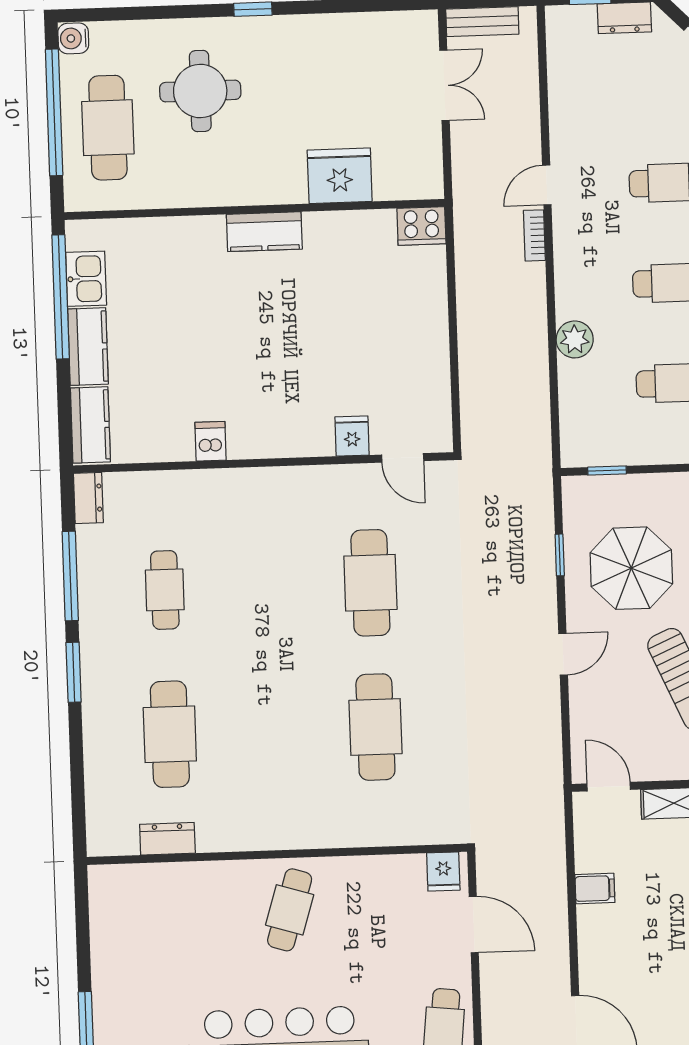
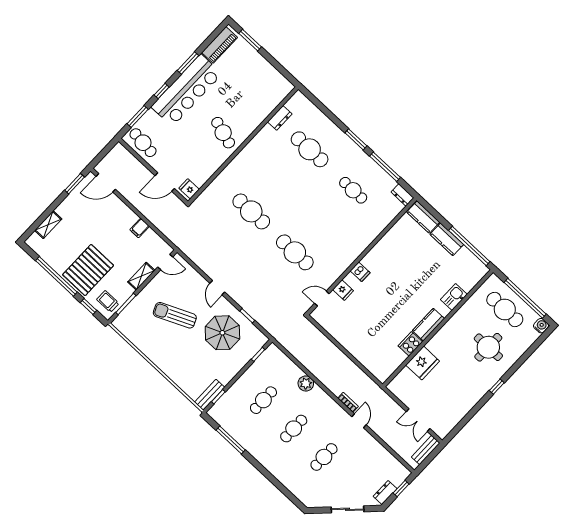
cooker: (421, 226) -> (410, 344), moved
kitchen sink: (86, 279) -> (454, 297), moved, turned 90
dishwasher: (210, 441) -> (360, 272), moved

